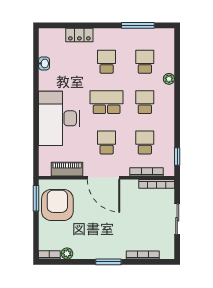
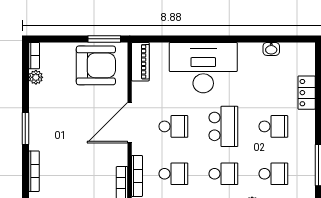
piano: (67, 169) -> (140, 62), moved

